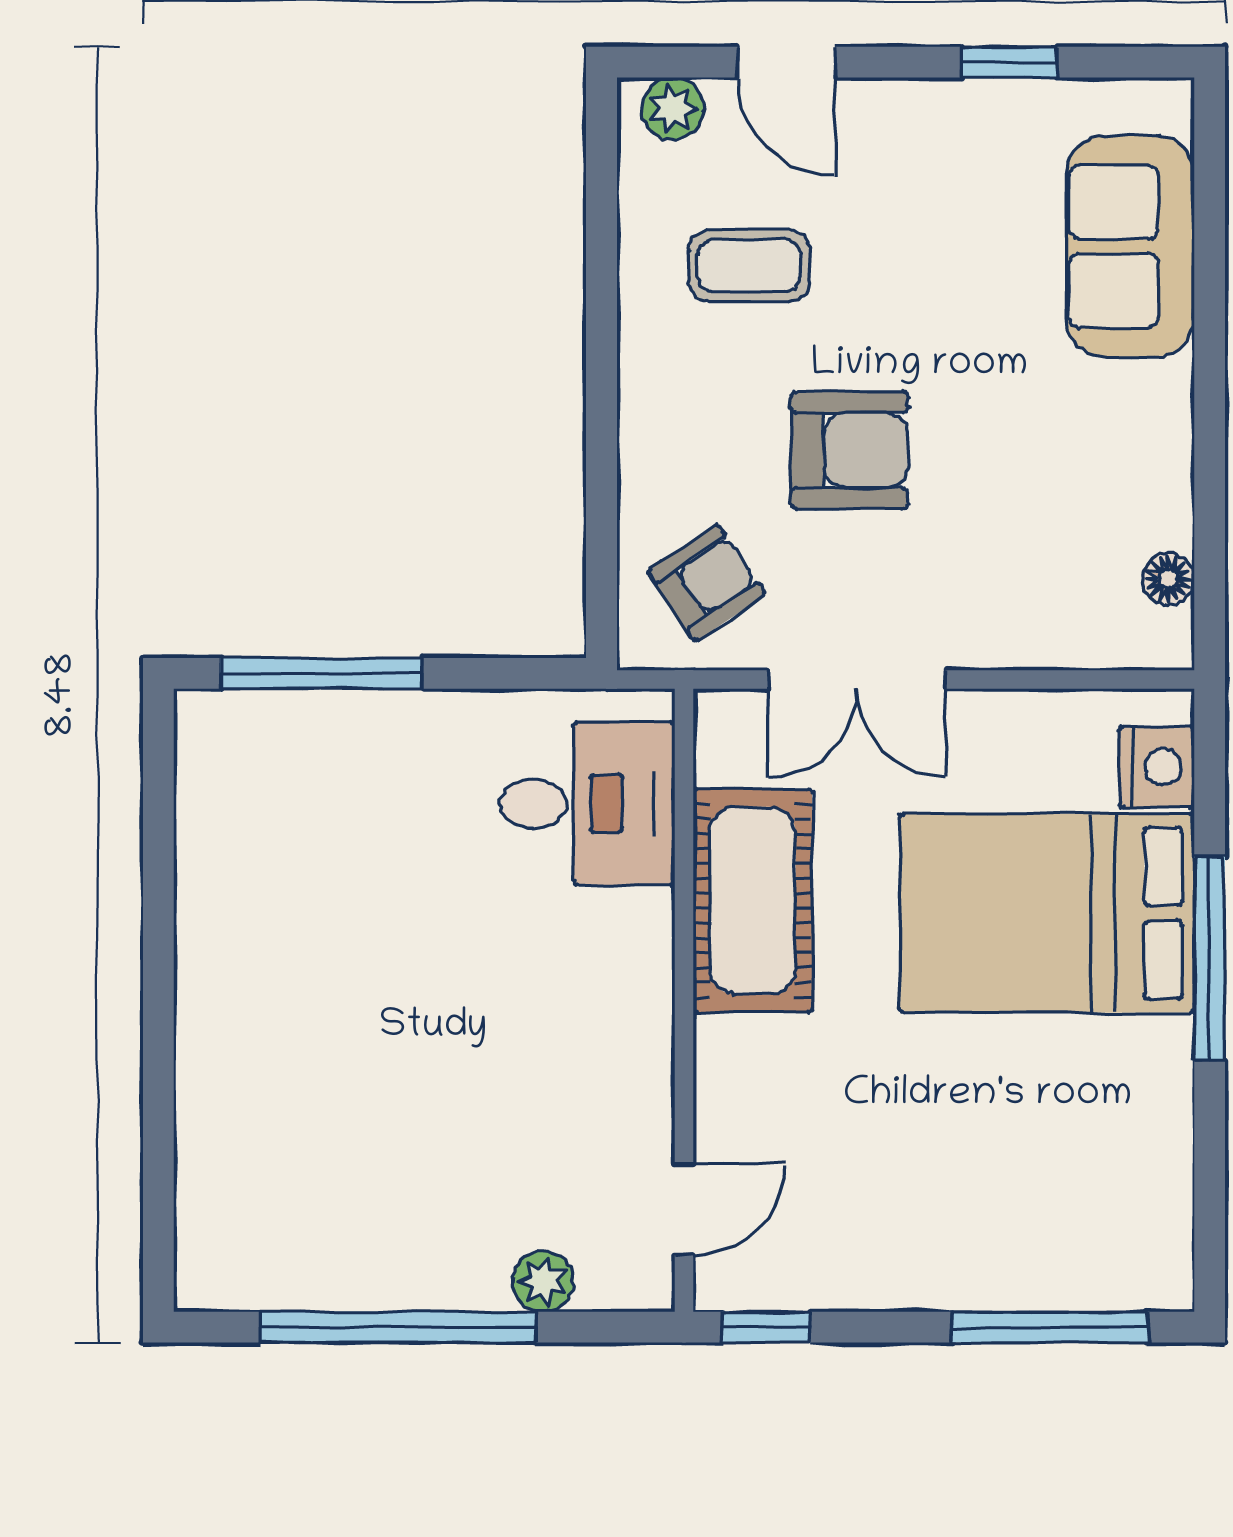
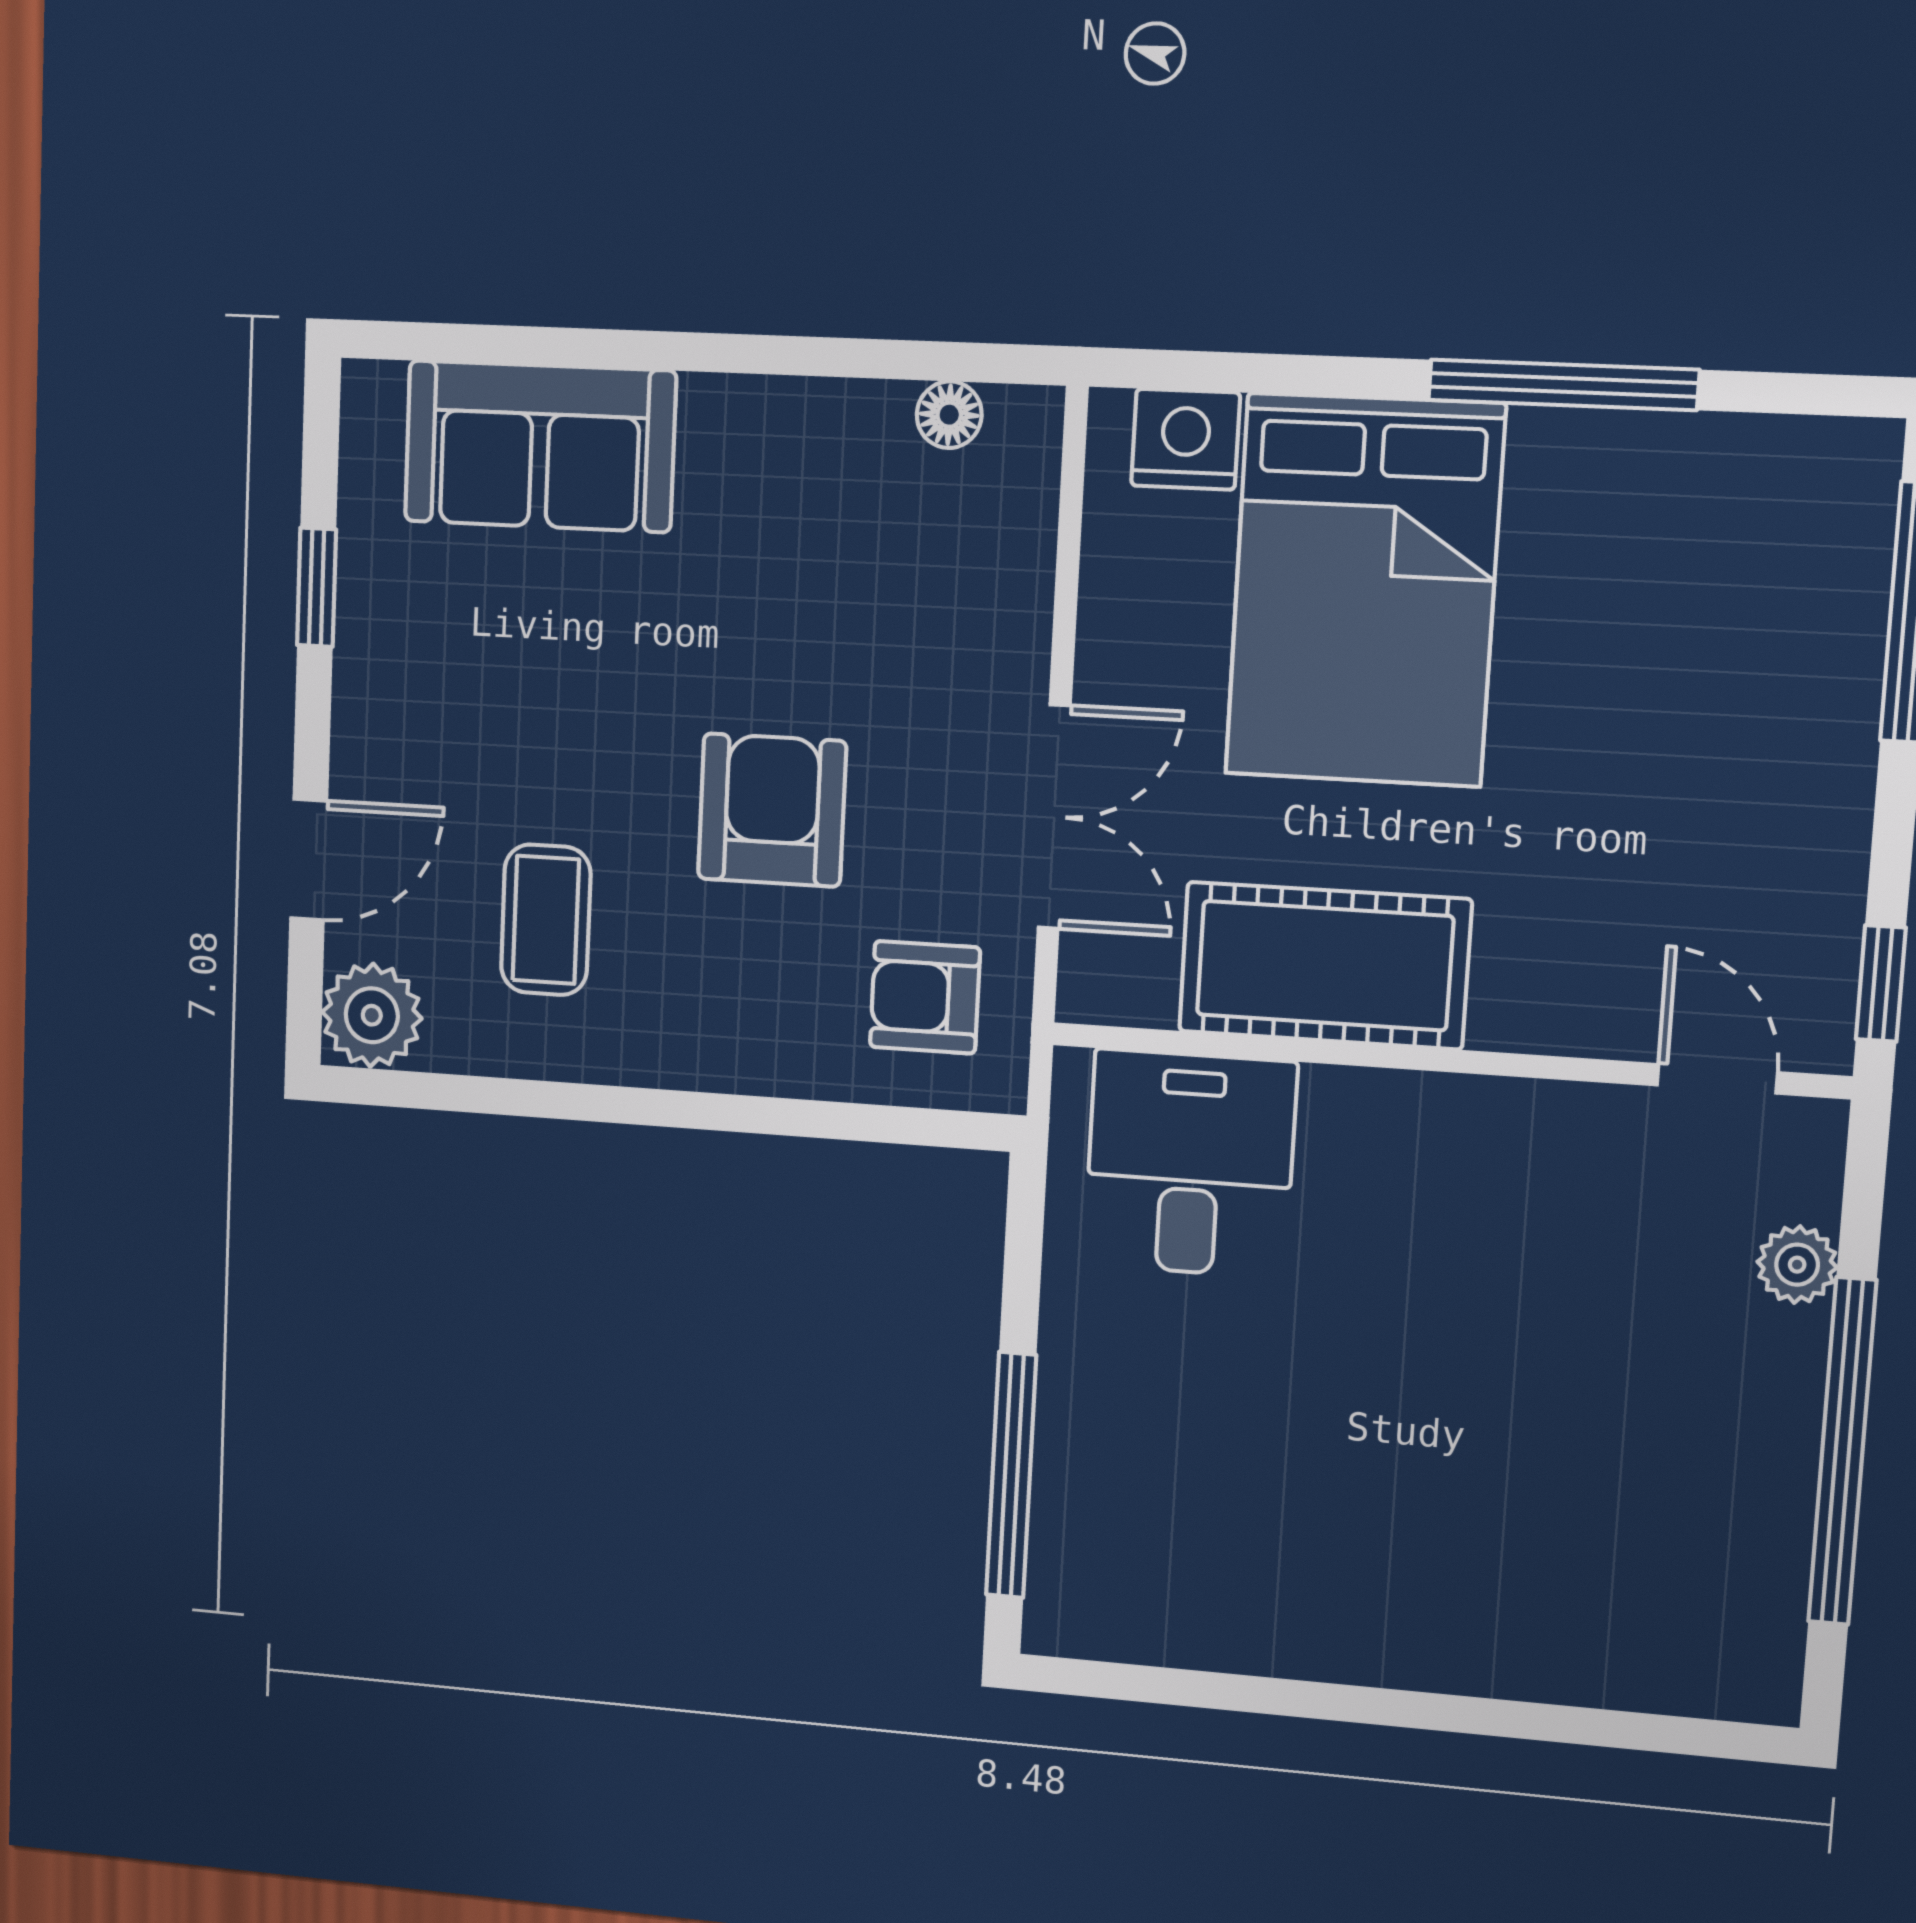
plant: (673, 109) -> (372, 1015), width x1.38, depth x1.38
armchair: (706, 583) -> (925, 997), turned -56
window: (1210, 959) -> (1563, 385), moved

